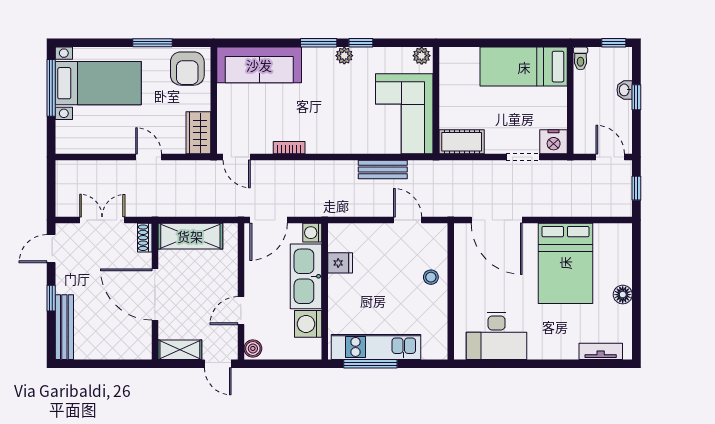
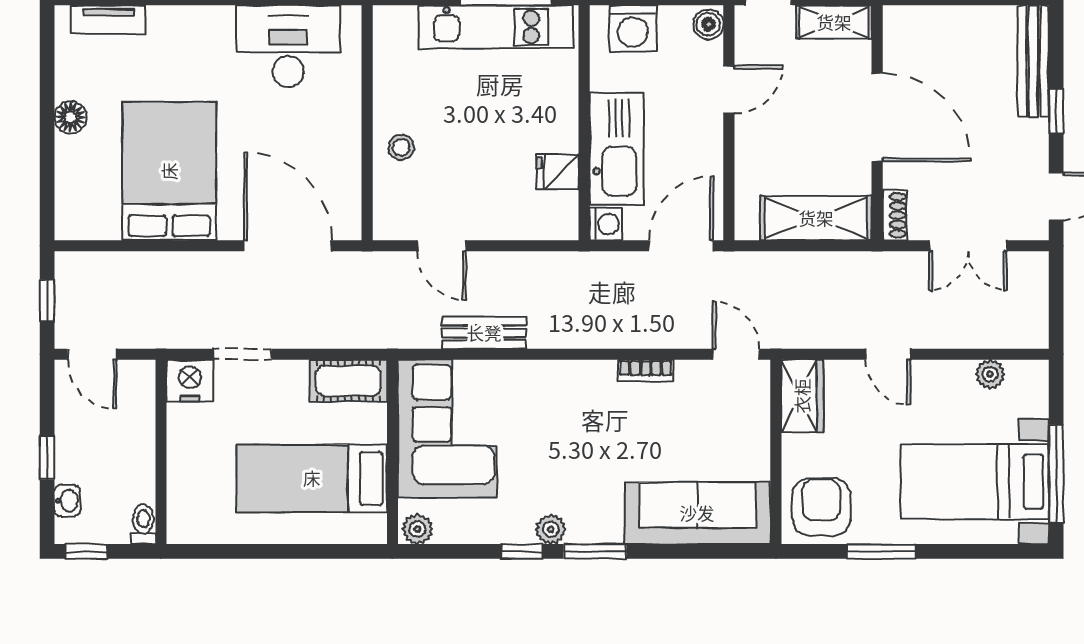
bed: (524, 67) -> (312, 478), moved, turned 180
washbasin: (625, 90) -> (67, 501), moved
plant: (89, 146) -> (990, 374), added
washing machine: (308, 324) -> (633, 28), moved, turned 90

